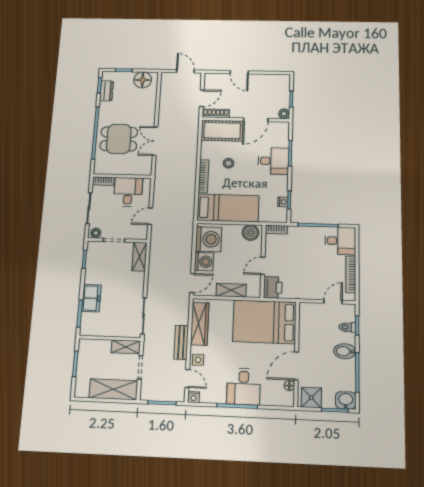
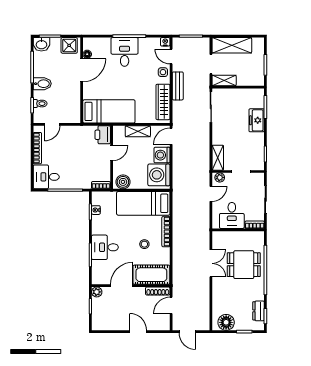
plant: (96, 233) -> (220, 177), moved
bed: (264, 322) -> (109, 111), width x0.67

